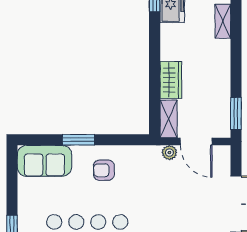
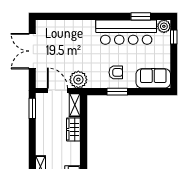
window: (78, 140) -> (117, 92), moved
plant: (169, 153) -> (78, 80), width x1.87, depth x1.87

